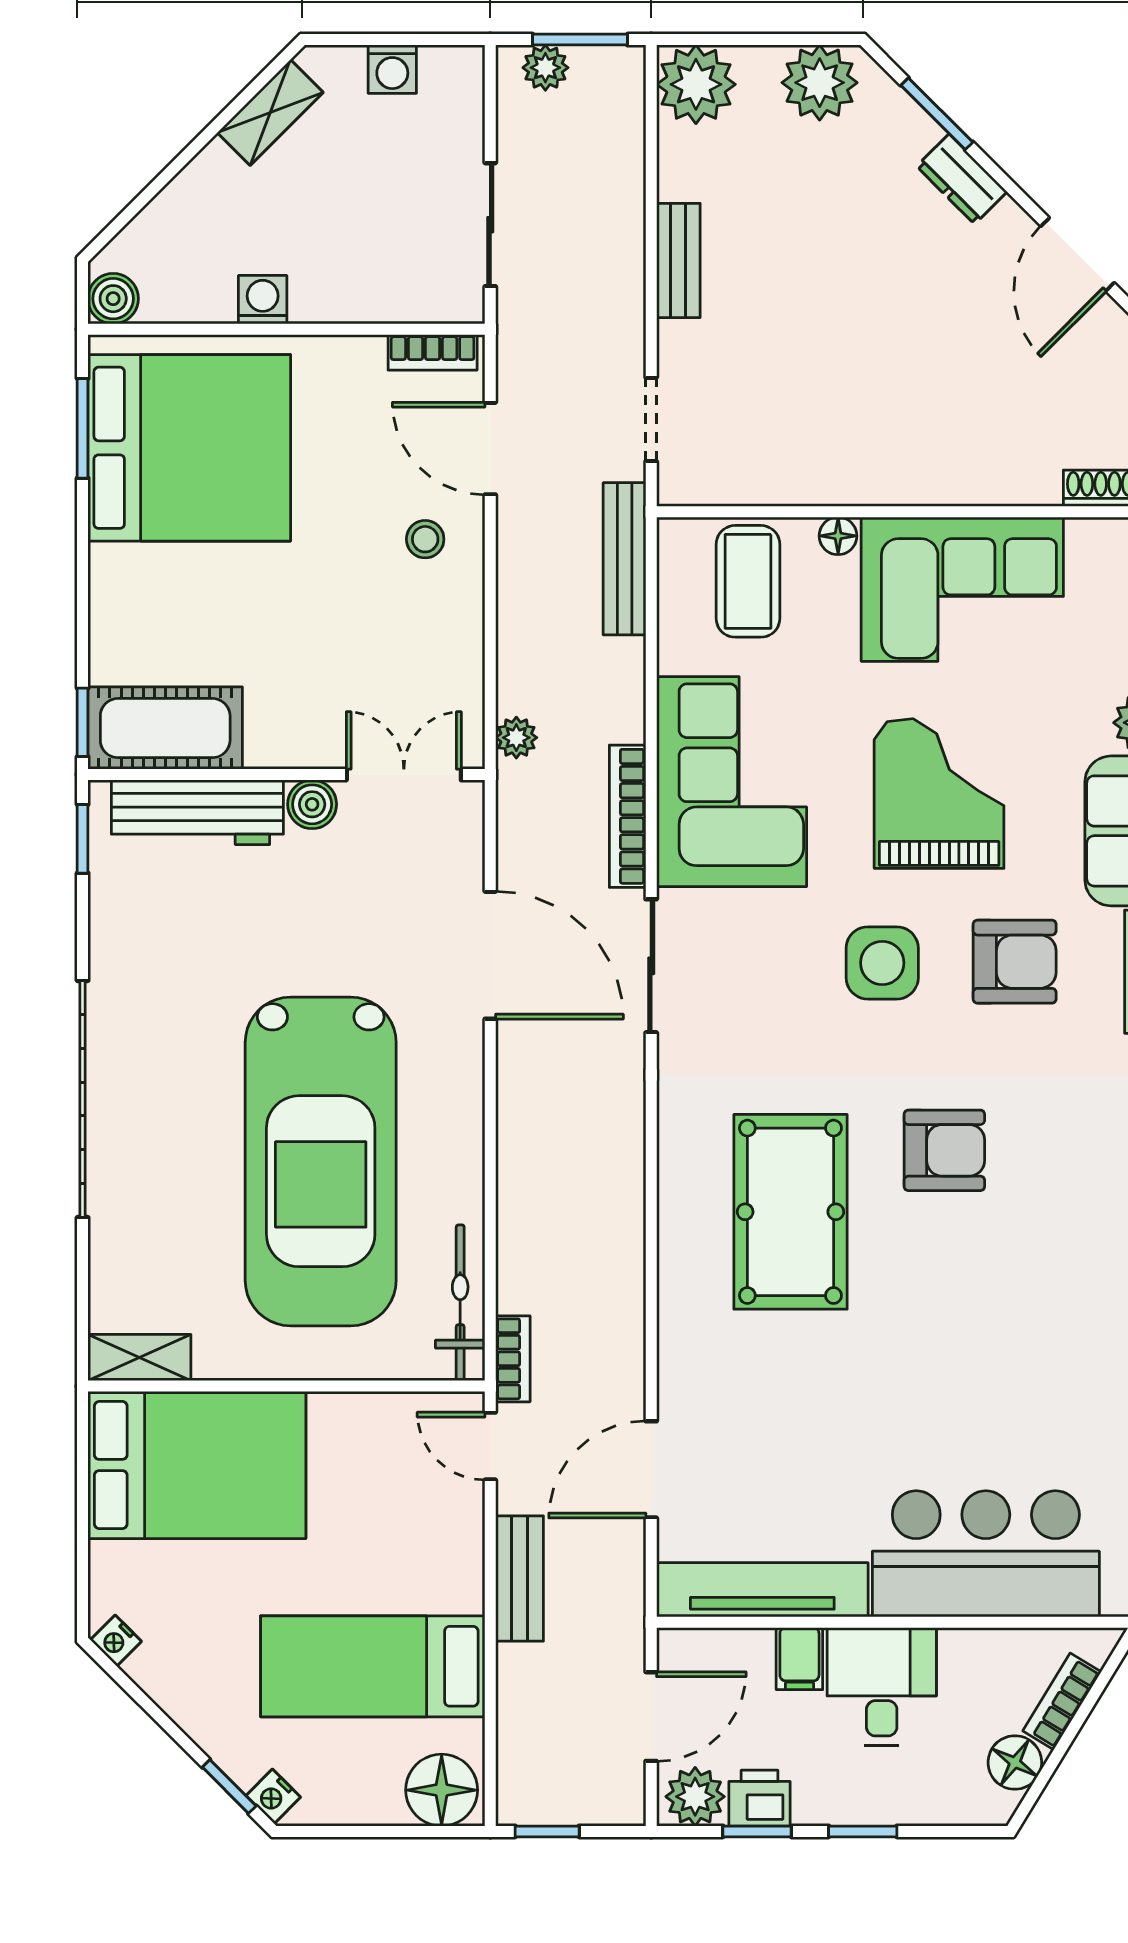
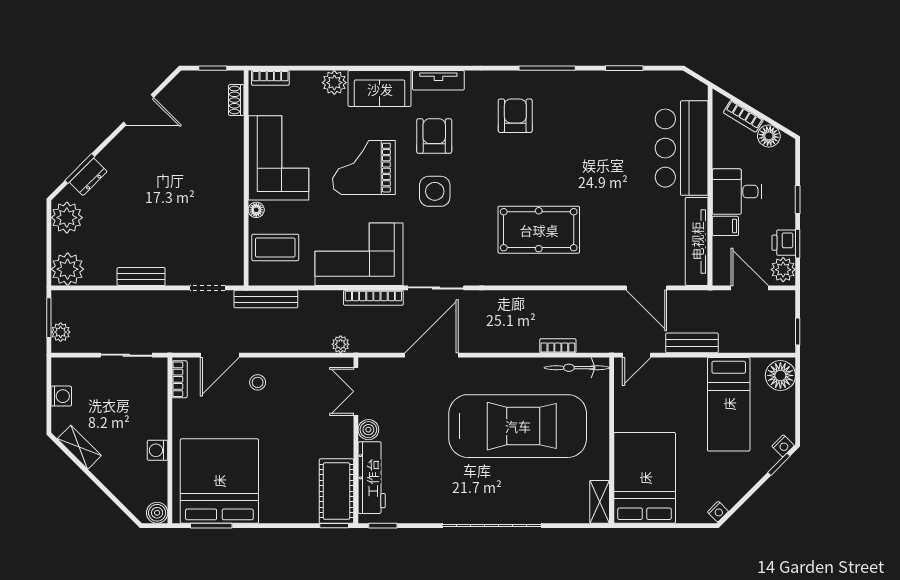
dresser: (962, 179) -> (88, 177), moved
armchair: (944, 1150) -> (515, 116), moved
bookcase: (513, 1359) -> (558, 346), moved

